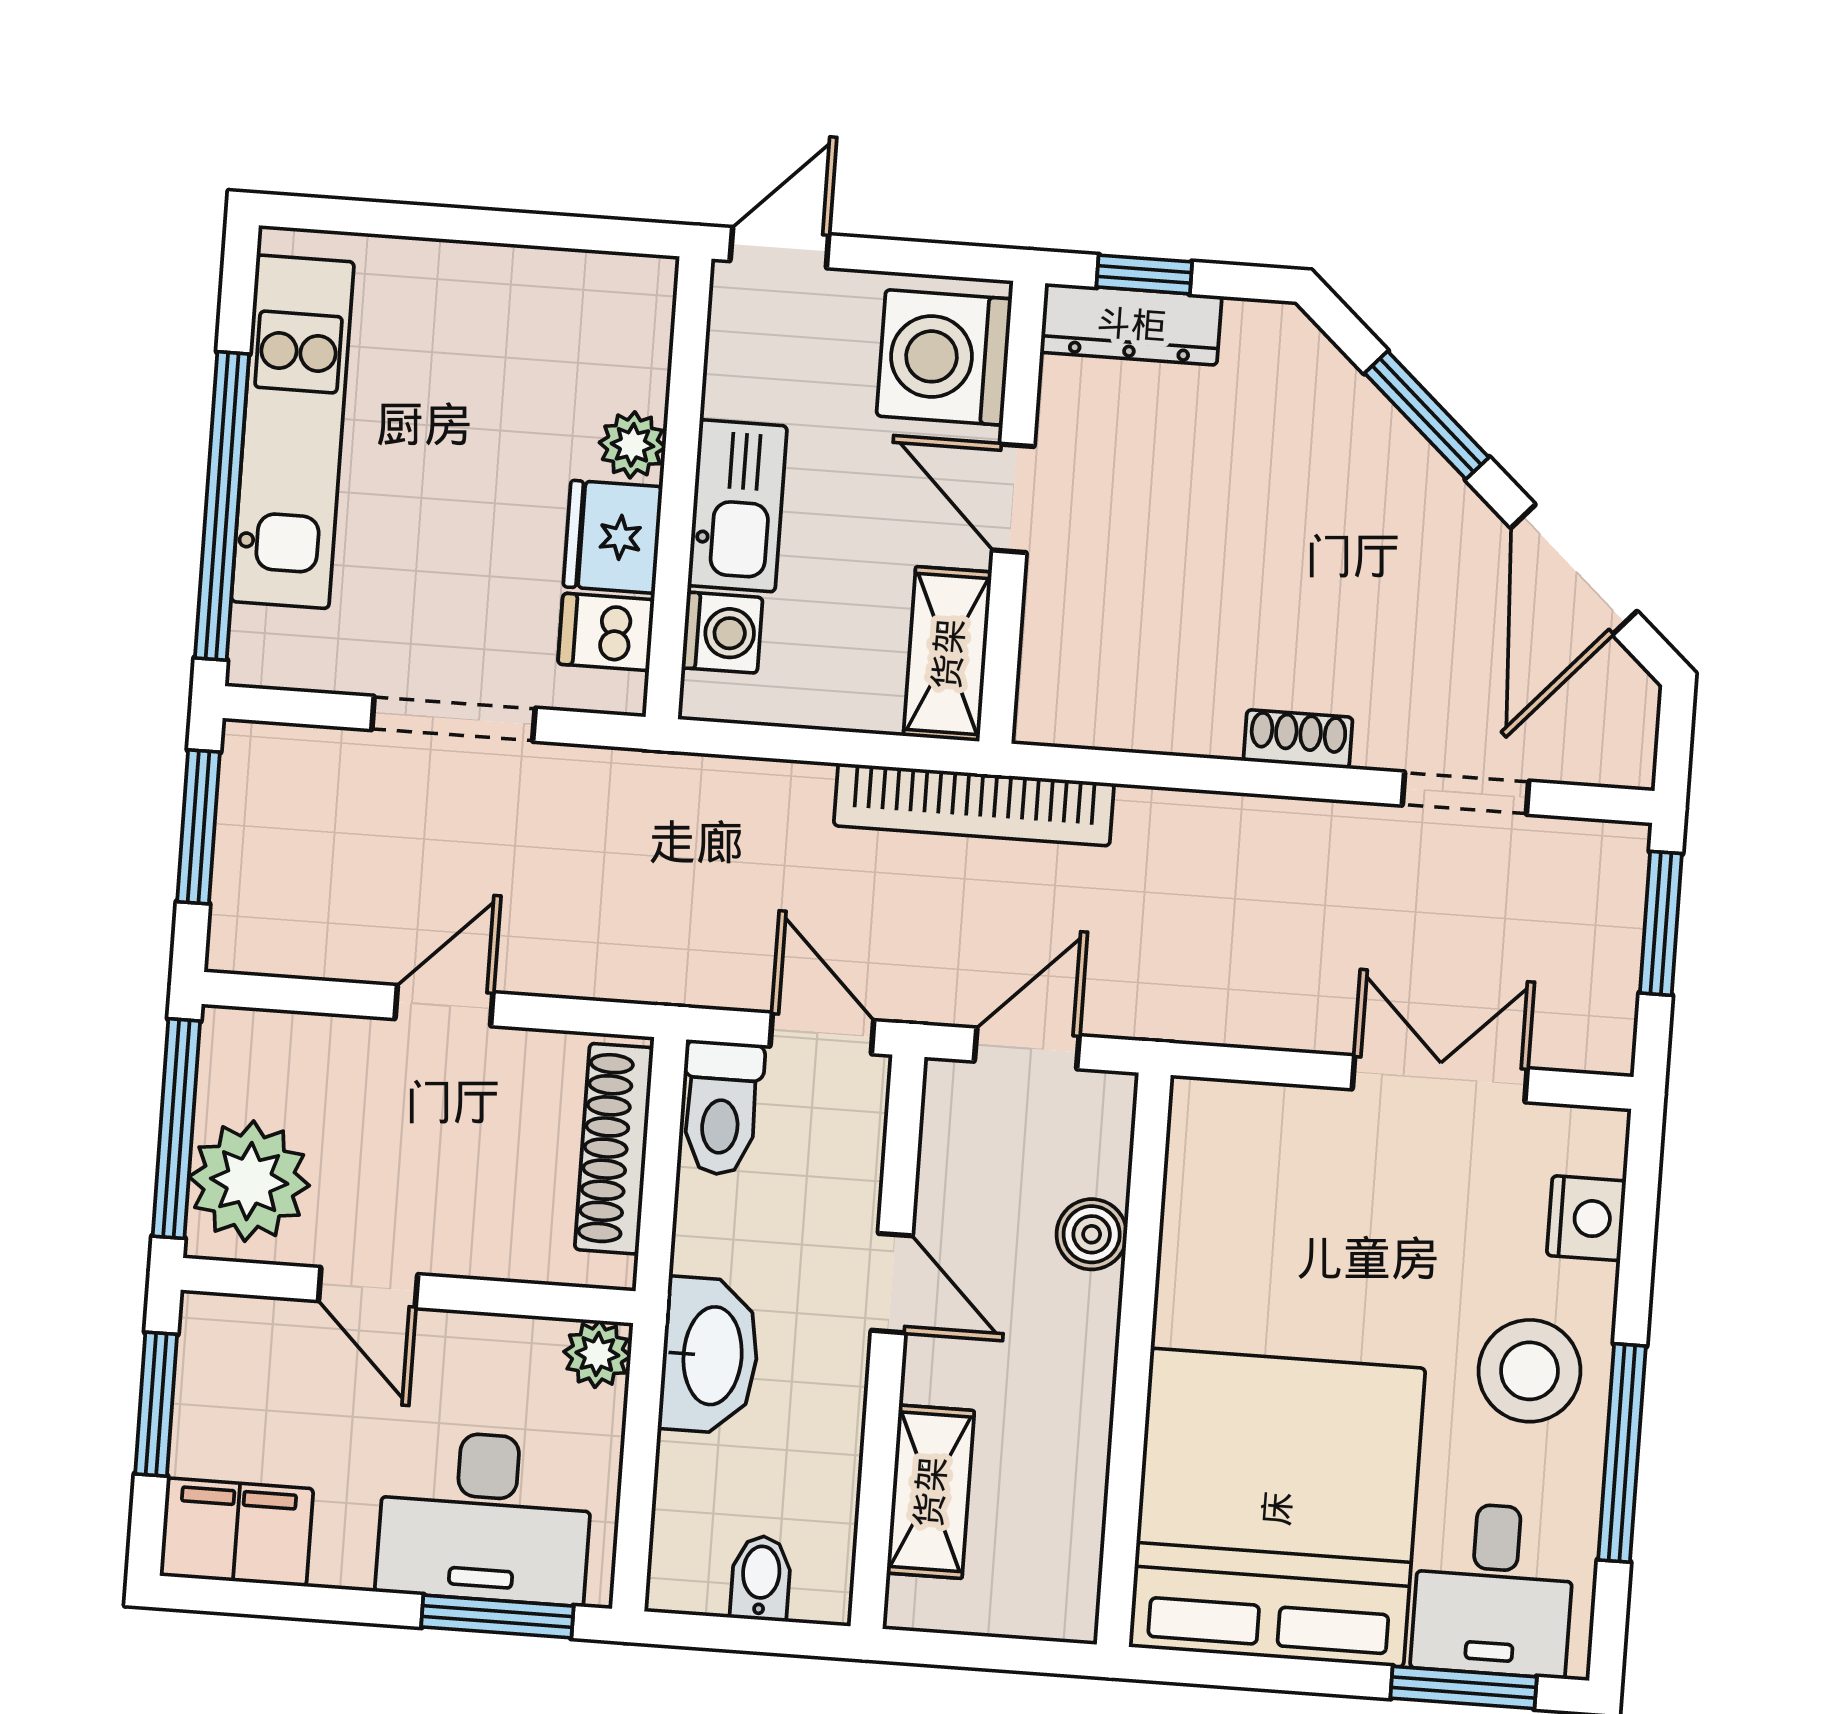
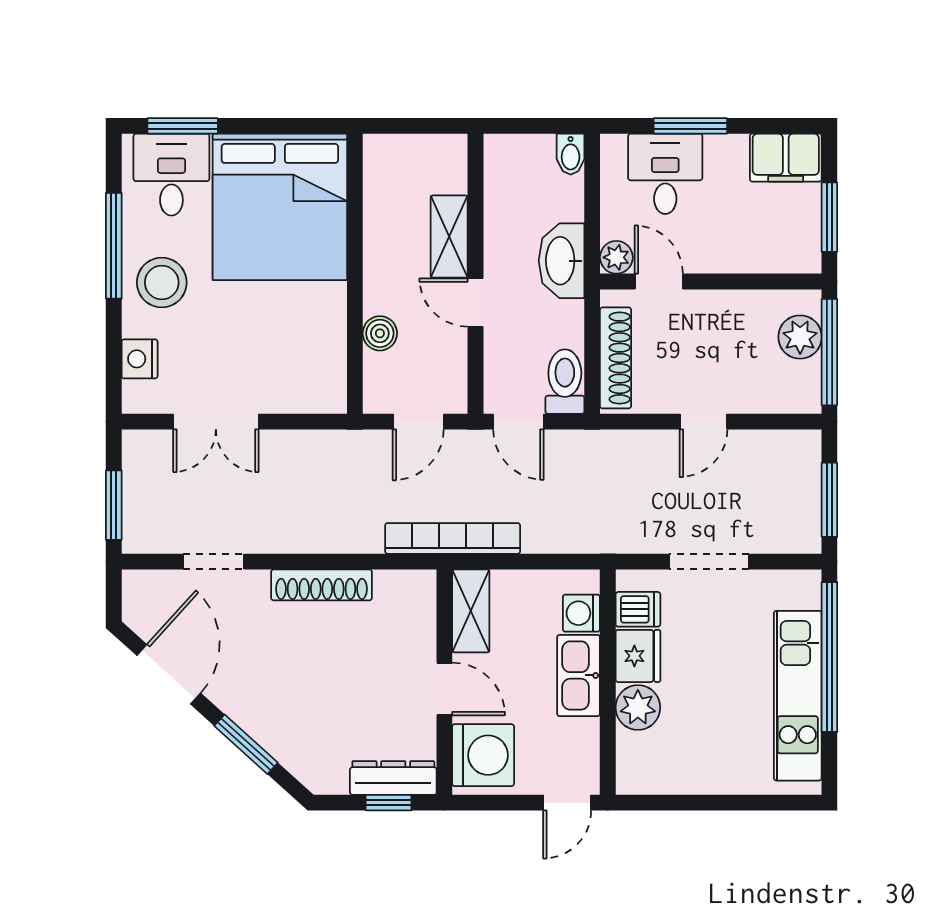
plant: (632, 445) -> (638, 707), width x1.38, depth x1.38
shoe rack: (1298, 739) -> (321, 585), width x1.94, depth x1.24
plant: (249, 1181) -> (800, 337), width x0.73, depth x0.73
door: (368, 1288) -> (659, 282), moved
shelving: (930, 1492) -> (449, 237), moved
desk: (485, 1517) -> (665, 174), width x0.73
bidet: (761, 1578) -> (571, 154), moved
window: (497, 1616) -> (690, 126), moved

